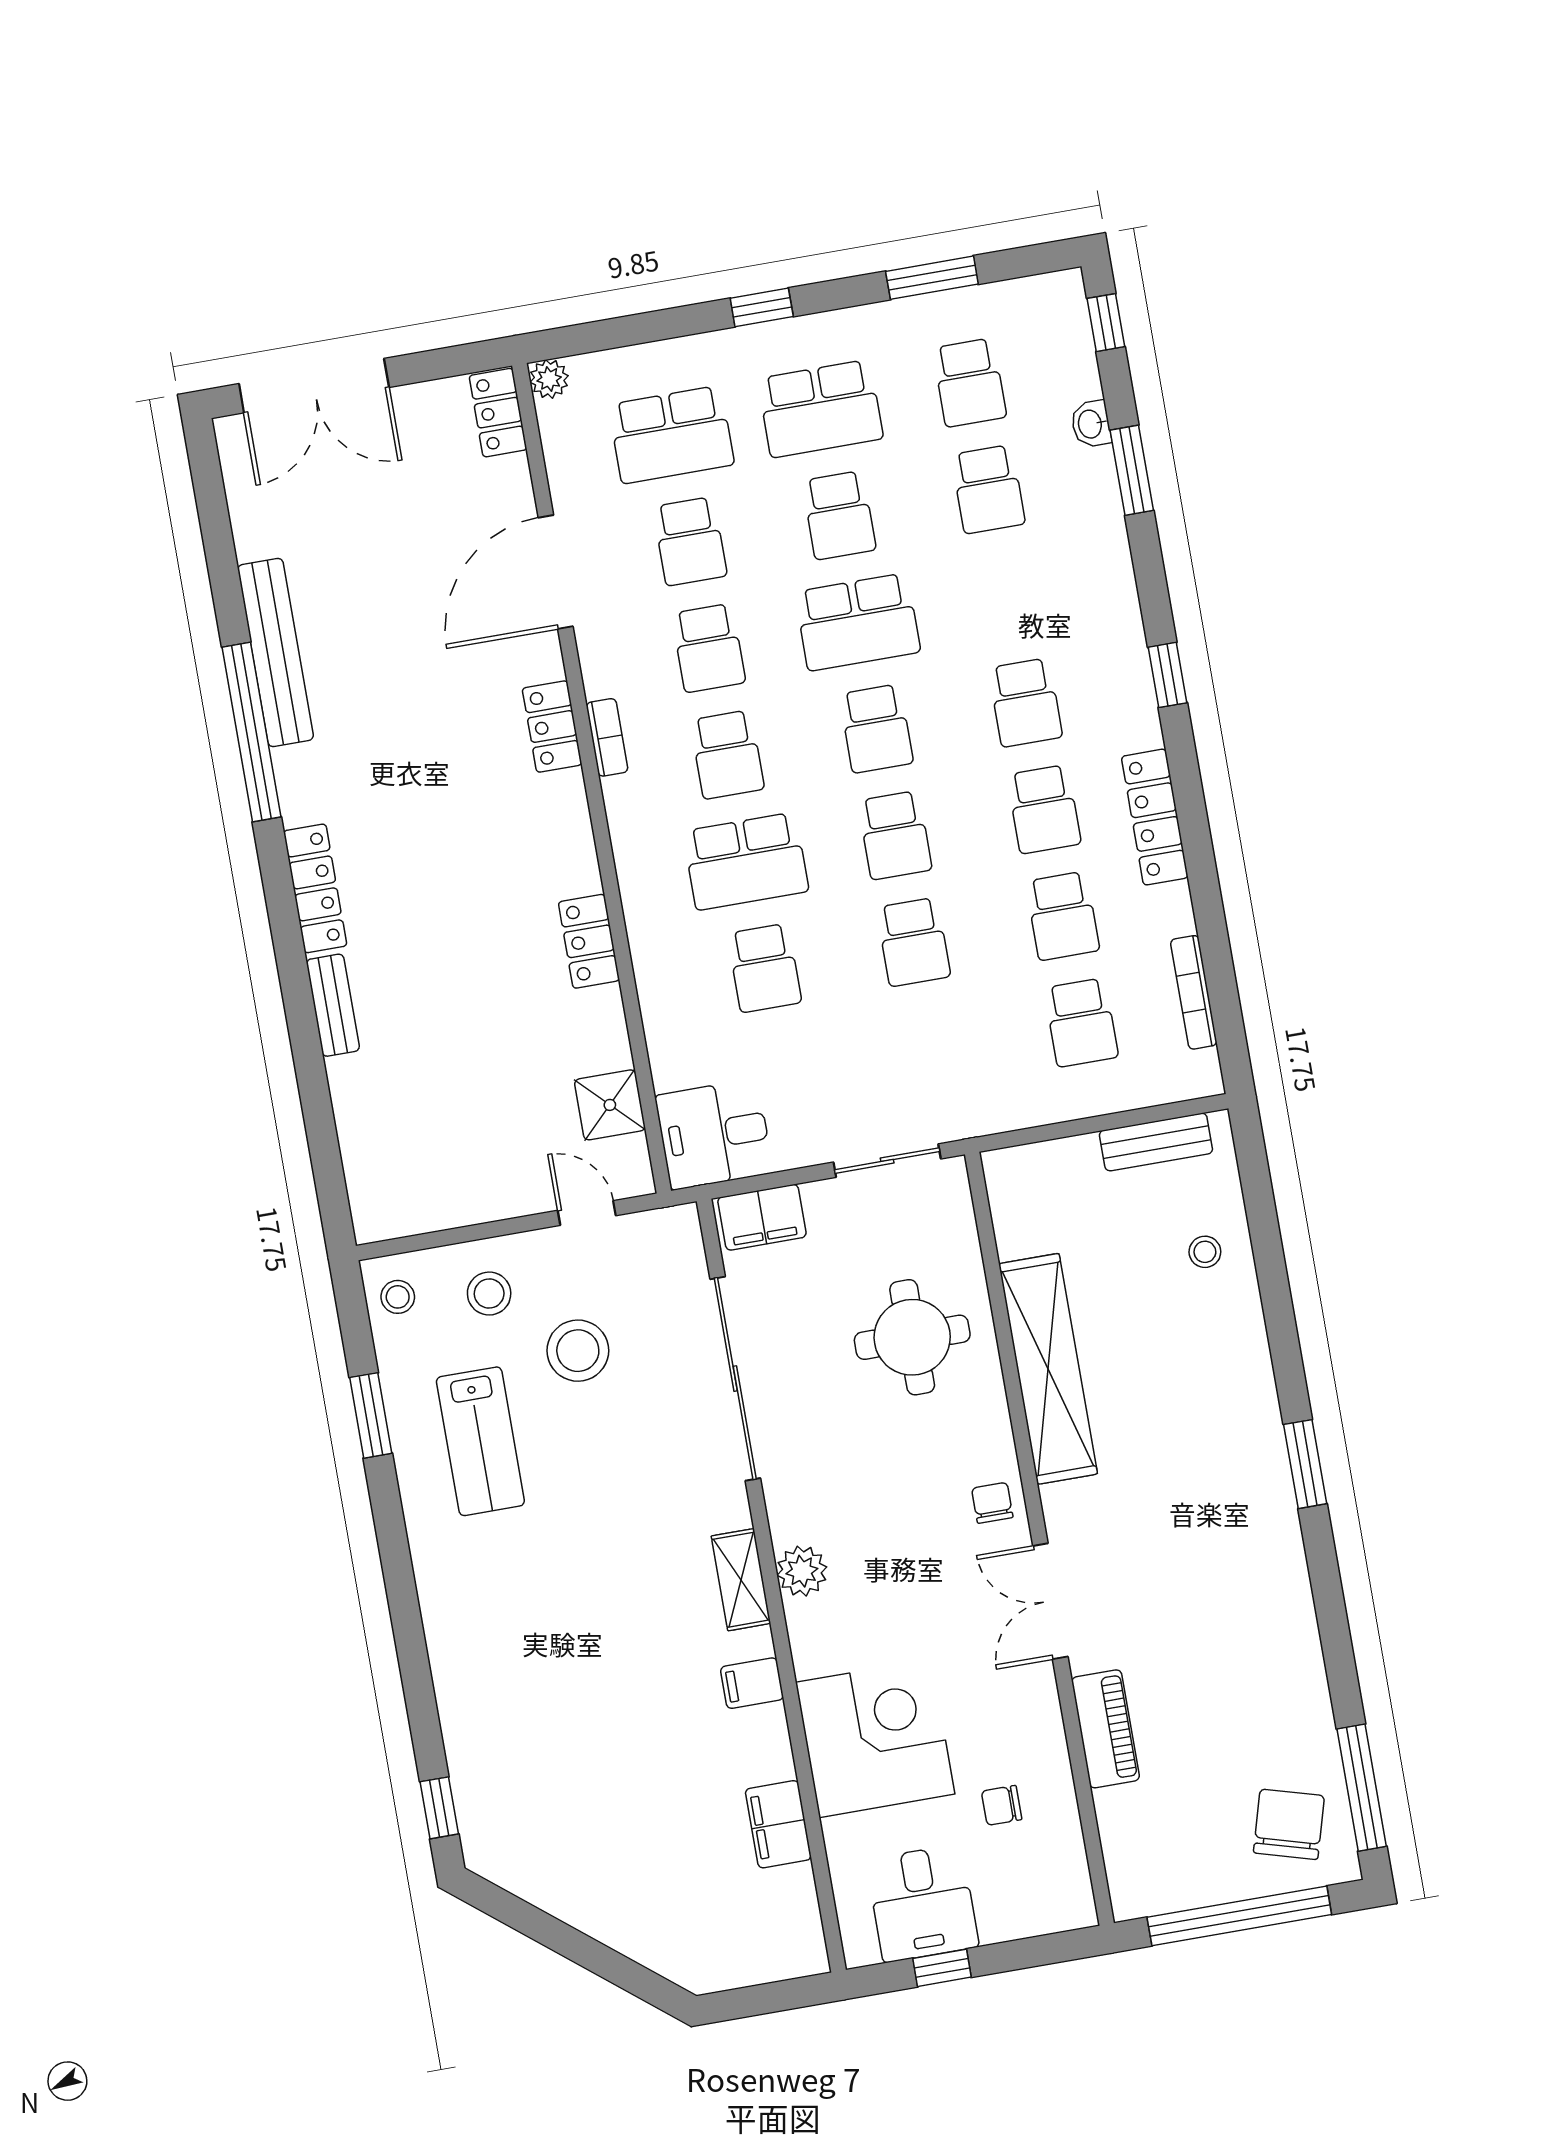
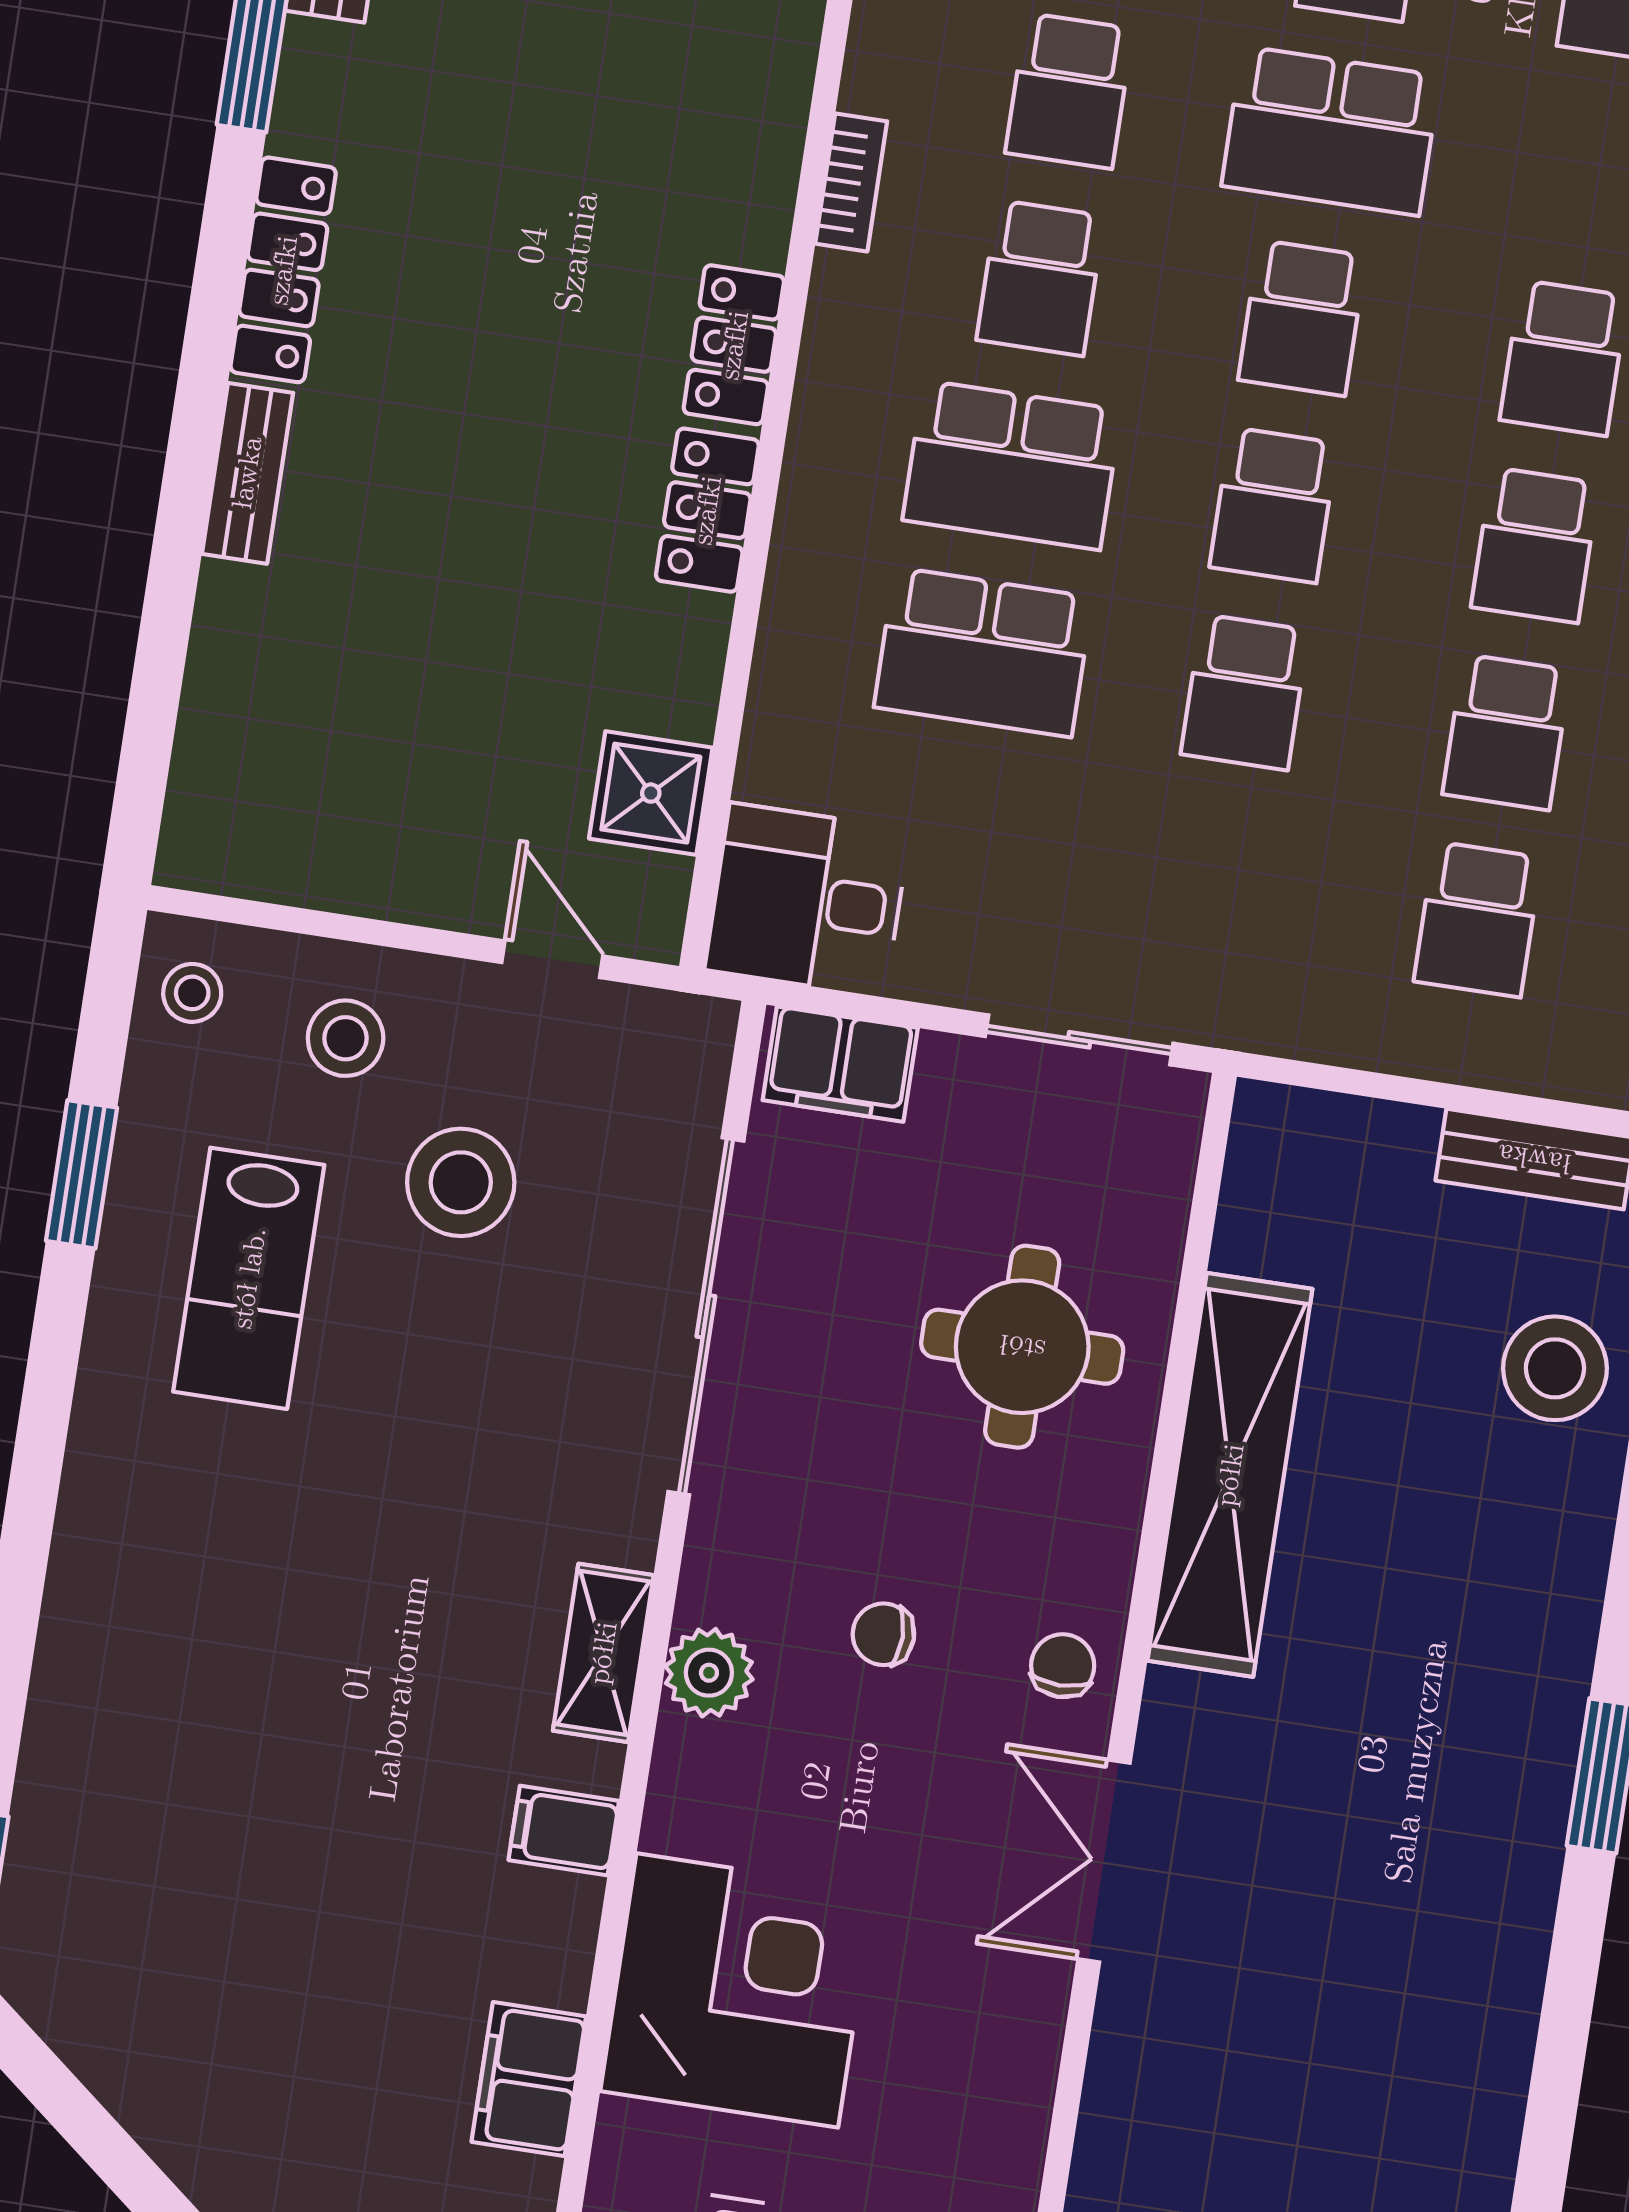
locker: (552, 727) -> (734, 345), moved
school desk: (764, 968) -> (983, 652), width x1.85
stool: (1205, 1252) -> (1555, 1368), width x1.89, depth x1.89
piano: (1106, 1729) -> (1124, 2103), removed
chair: (1002, 1805) -> (883, 1634), moved

